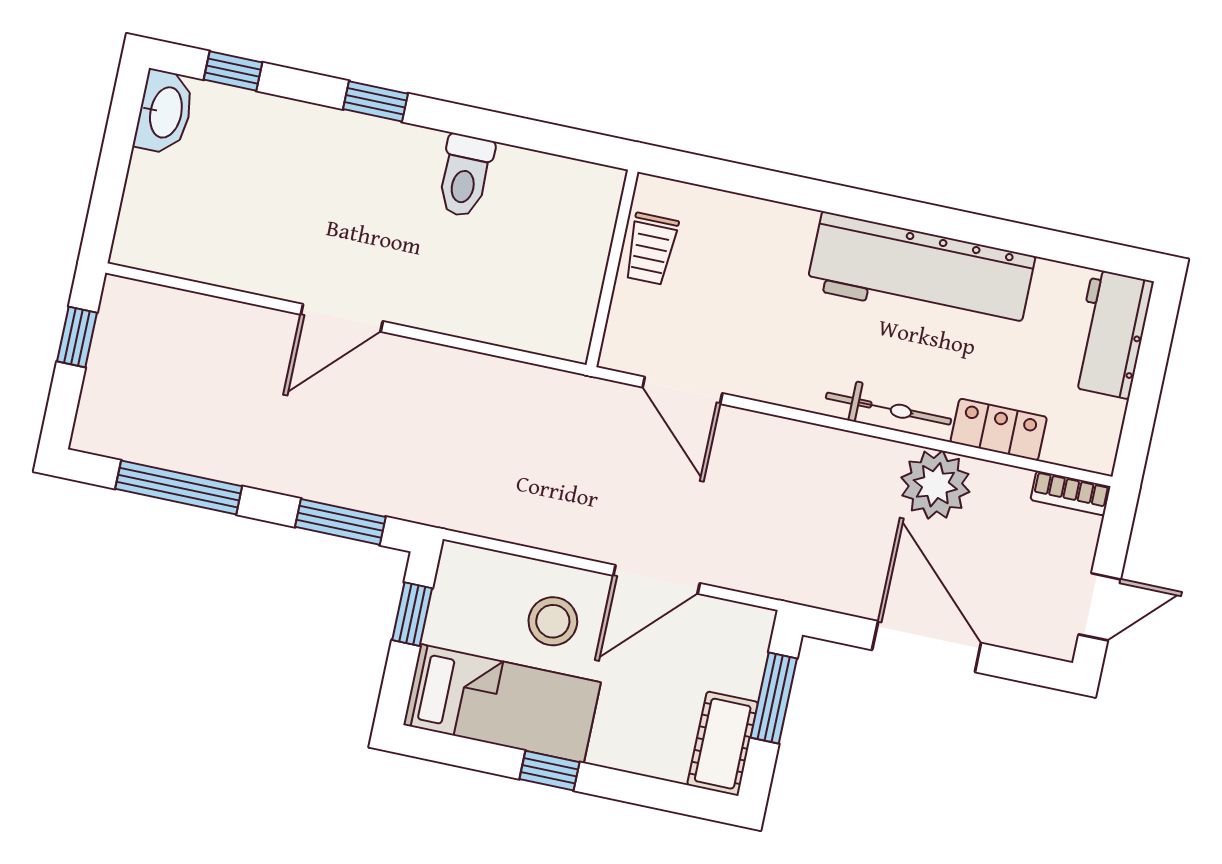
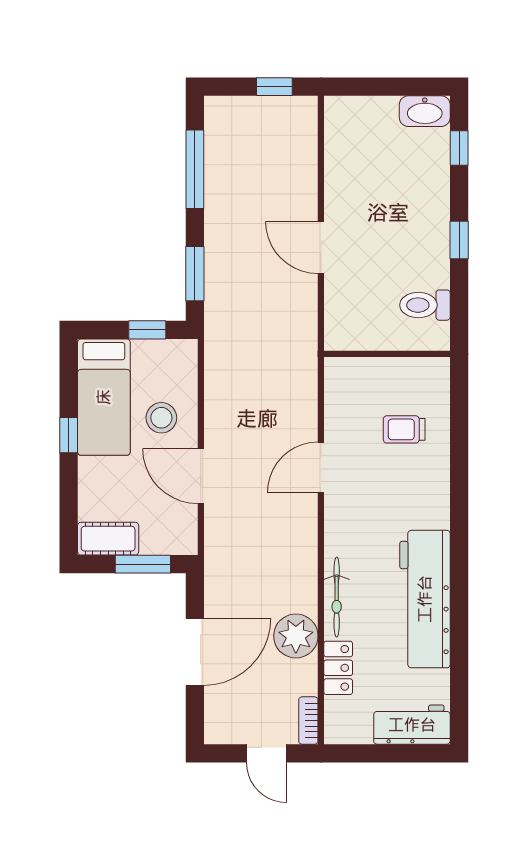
wall: (612, 268) -> (387, 354), moved
door: (1100, 607) -> (266, 753), moved

